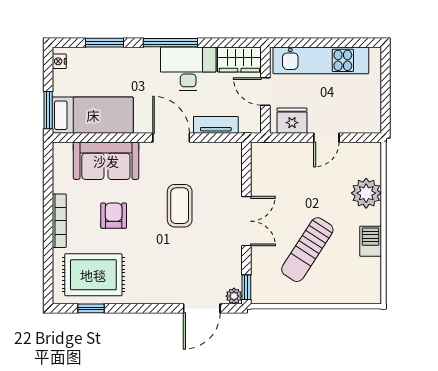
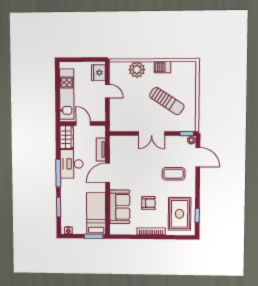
door: (265, 91) -> (83, 123), swing flipped
fridge: (292, 121) -> (98, 73), moved
coffee table: (180, 206) -> (174, 174), moved
armchair: (114, 216) -> (148, 203), turned 180
double door: (246, 221) -> (152, 134), swing flipped

